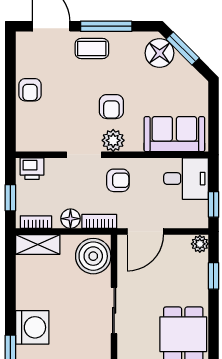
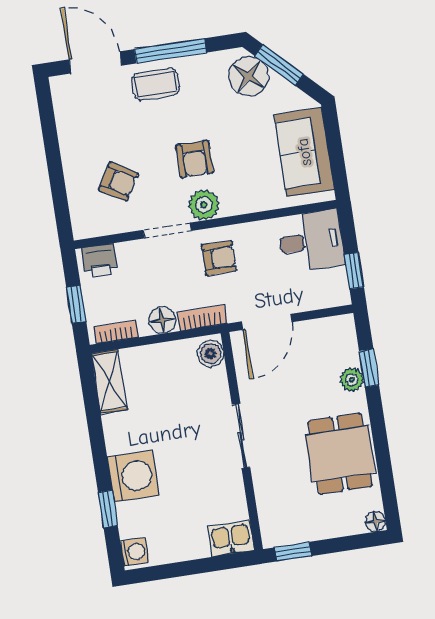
armchair: (30, 90) -> (118, 181), moved, turned -59
sofa: (174, 134) -> (304, 152), moved, turned -90
shelving: (38, 244) -> (109, 381), moved, turned 90
plant: (200, 244) -> (352, 380), moved
boiler: (93, 256) -> (211, 353), width x0.54, depth x0.54

